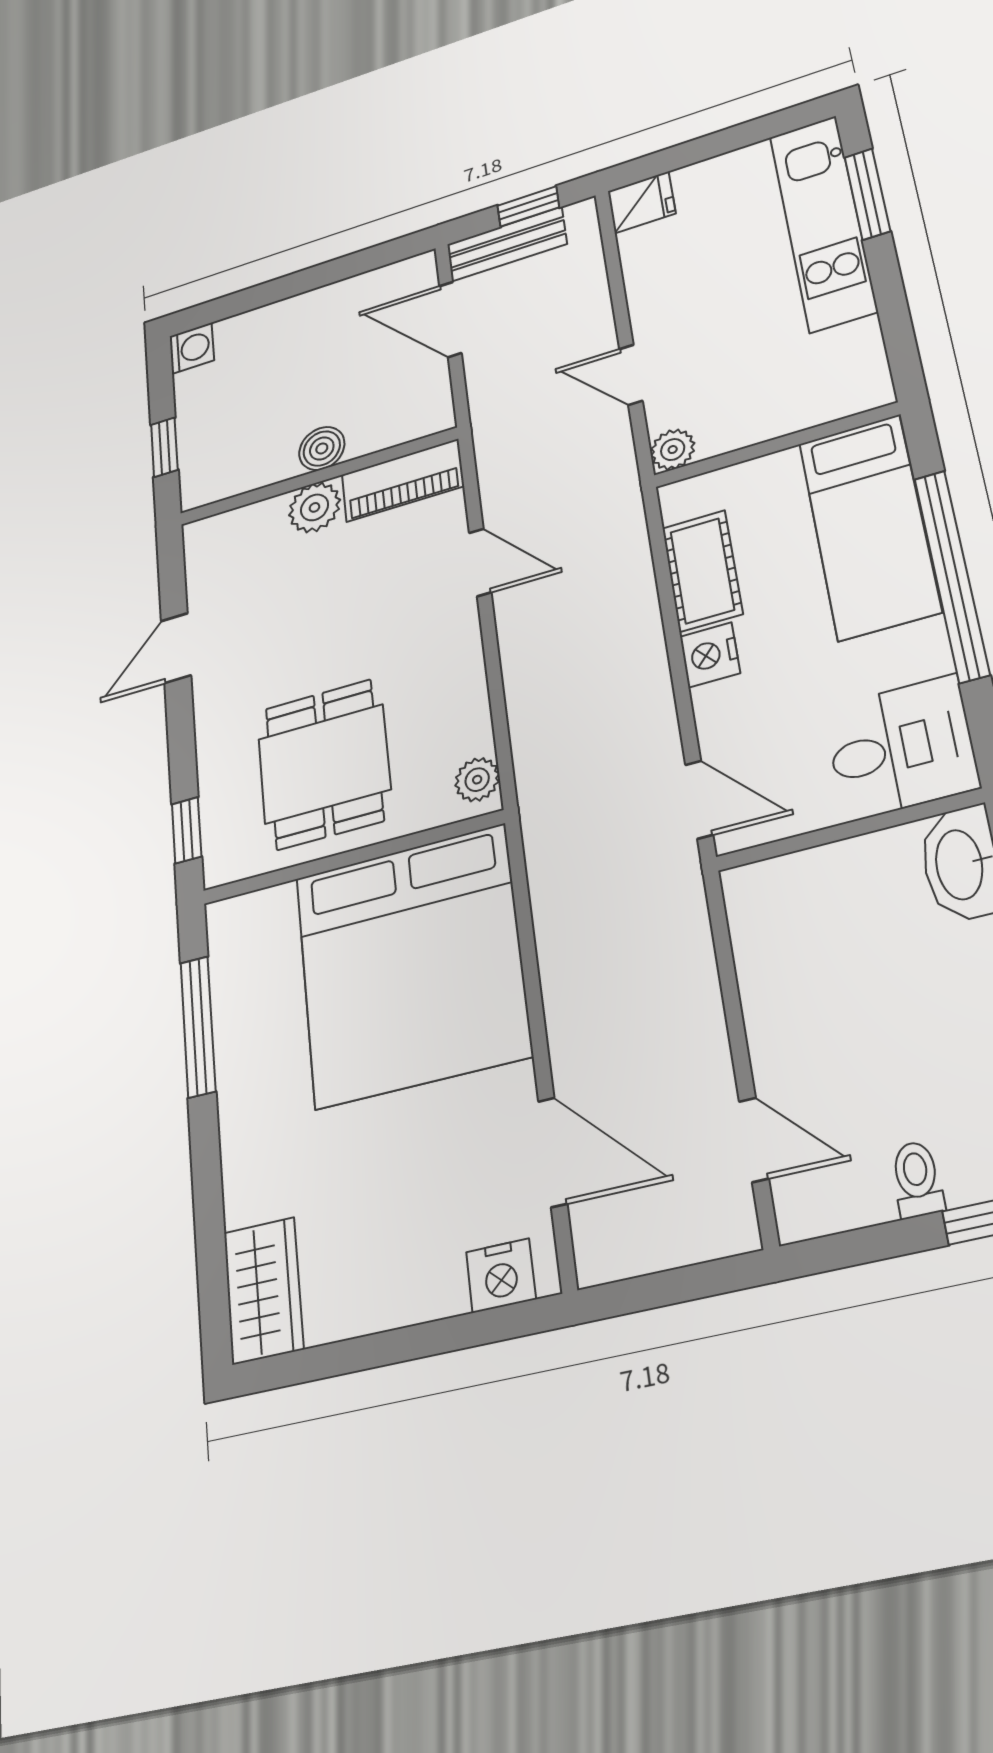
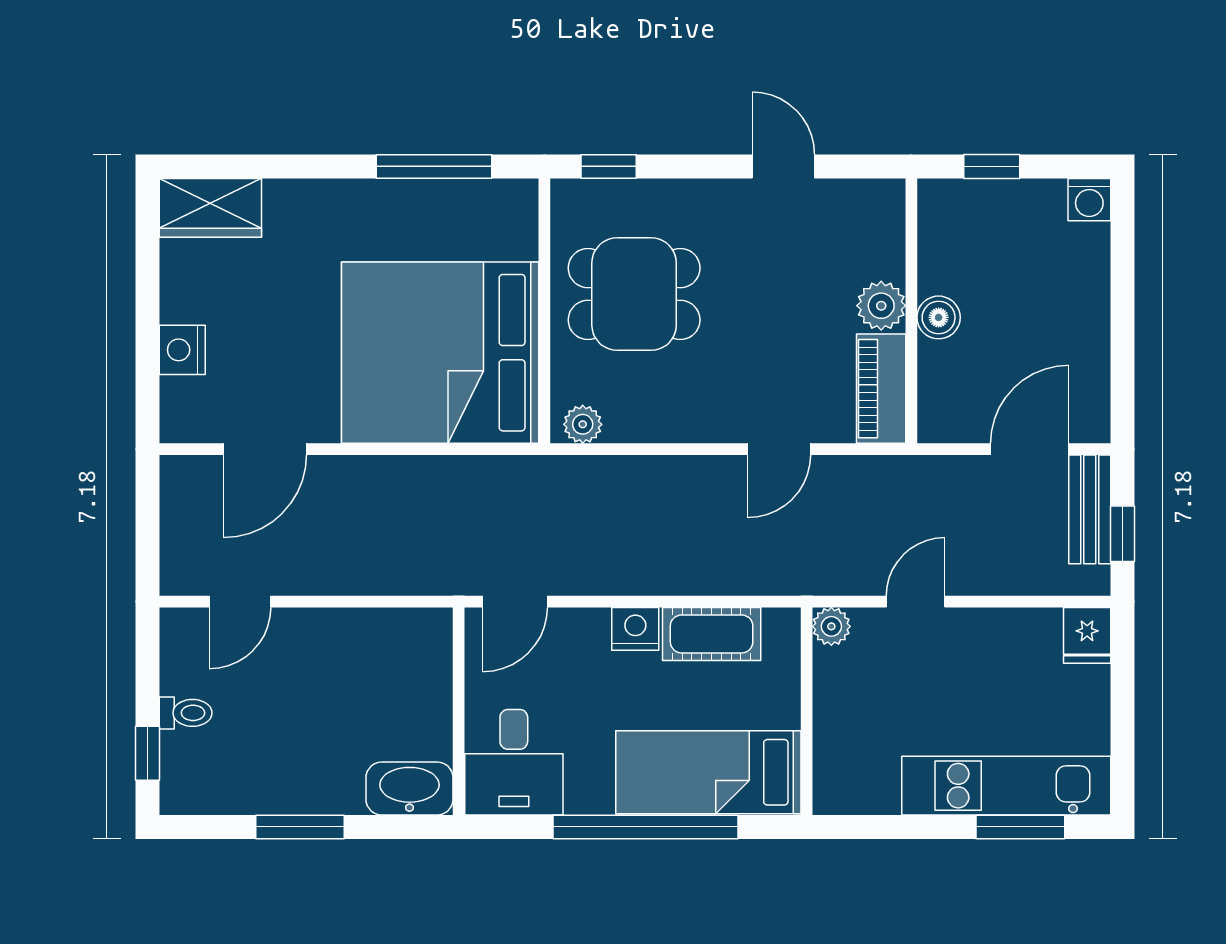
nightstand: (501, 1275) -> (182, 350), moved

